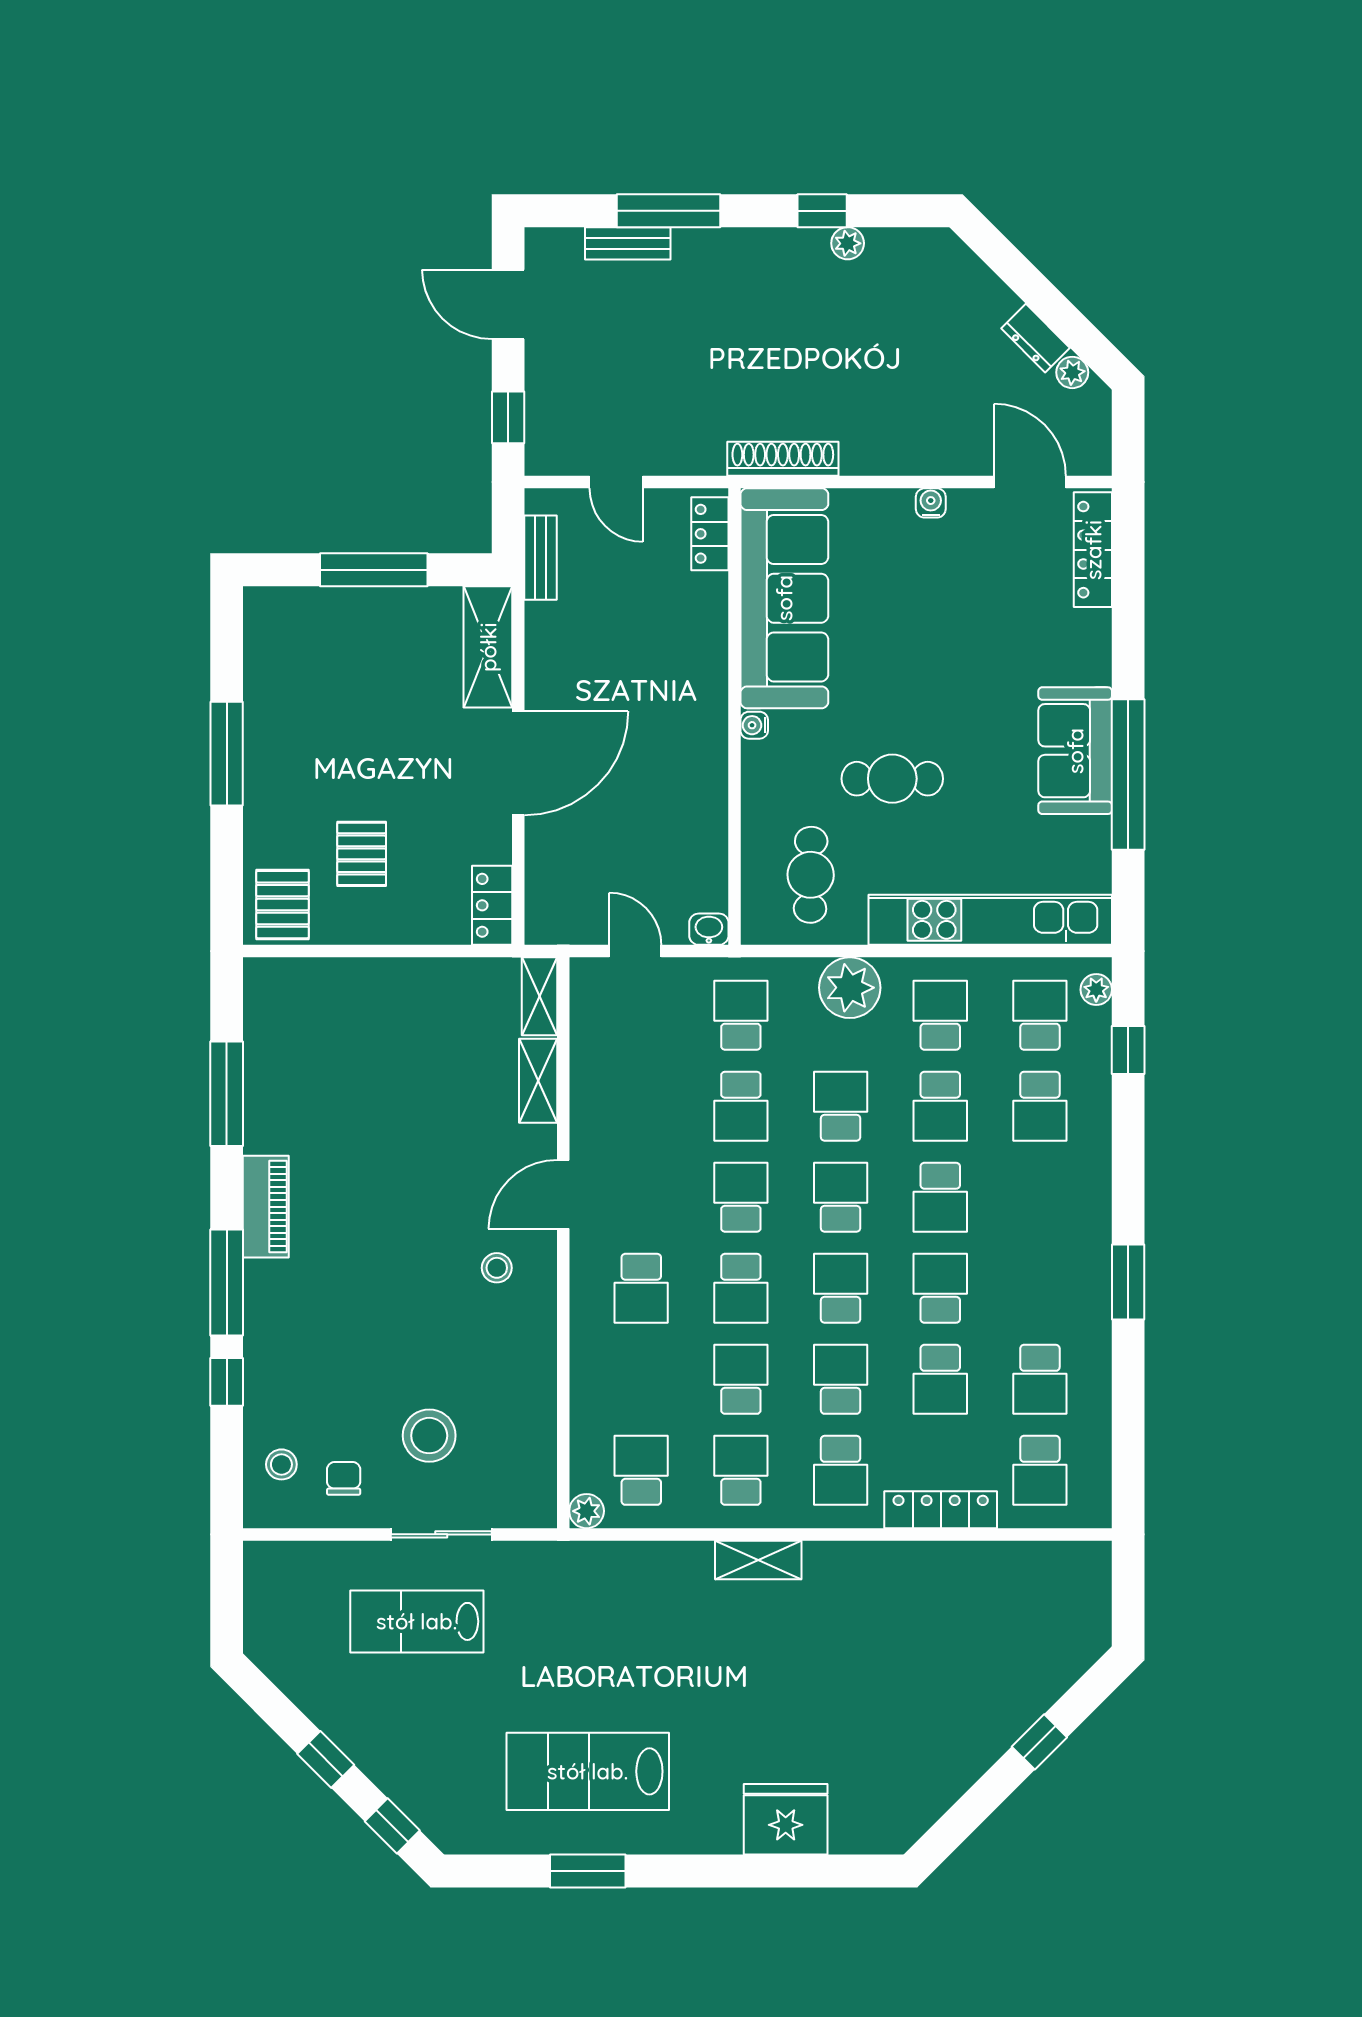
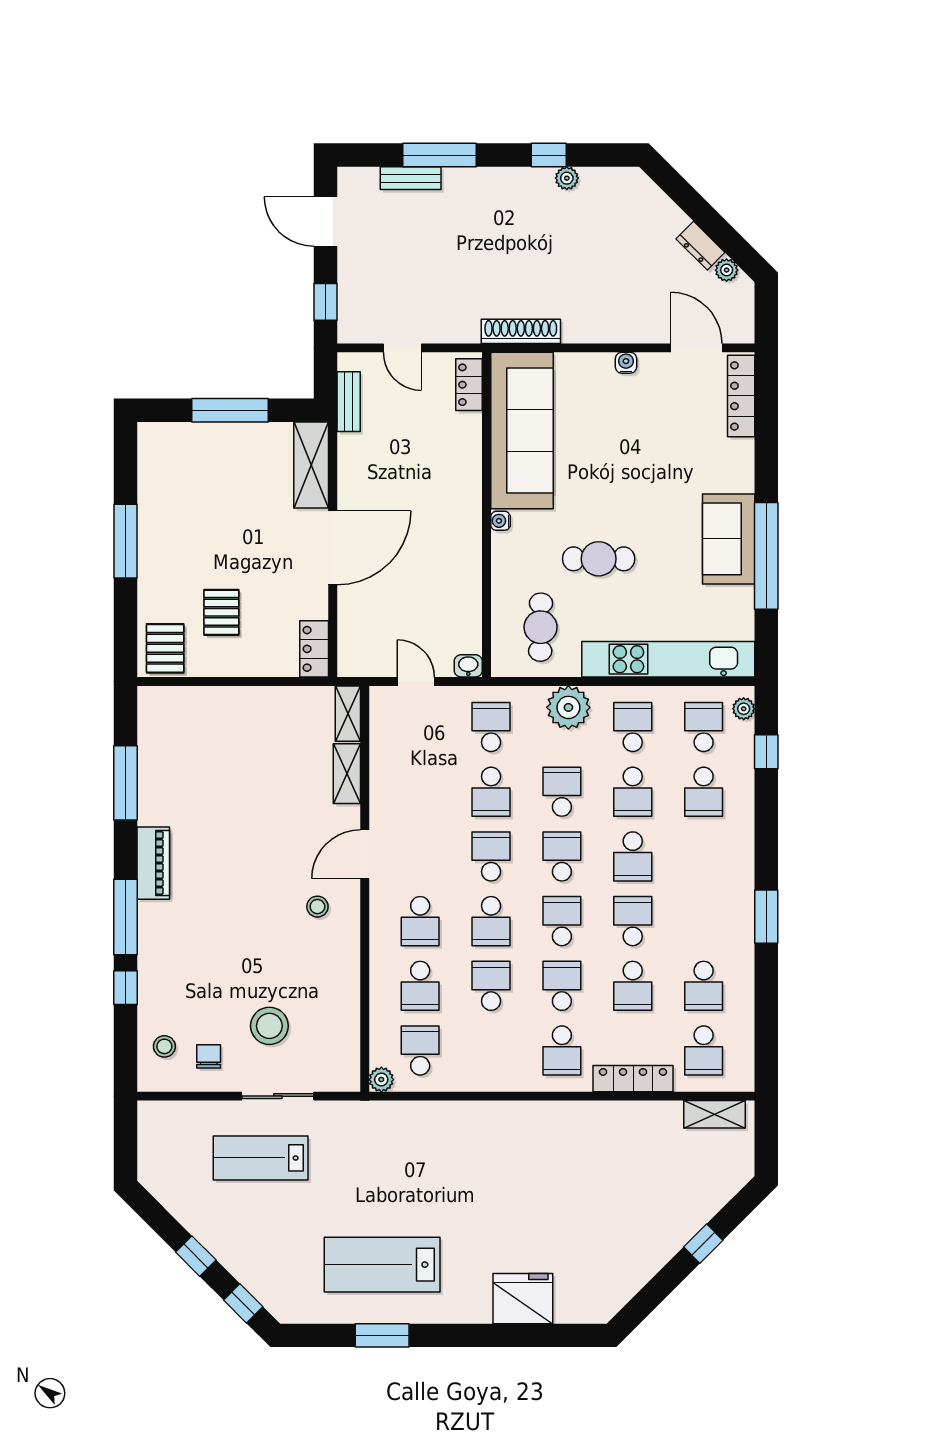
school desk: (741, 1470) -> (420, 986), moved, turned 180
shelving: (758, 1560) -> (714, 1114), moved

